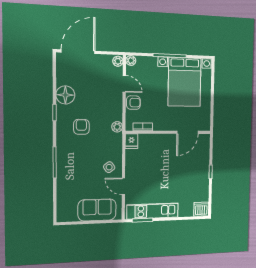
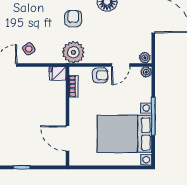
armchair: (133, 103) -> (100, 75), turned -90
armchair: (81, 127) -> (73, 19), turned -90
plant: (117, 127) -> (73, 52), width x1.88, depth x1.88

